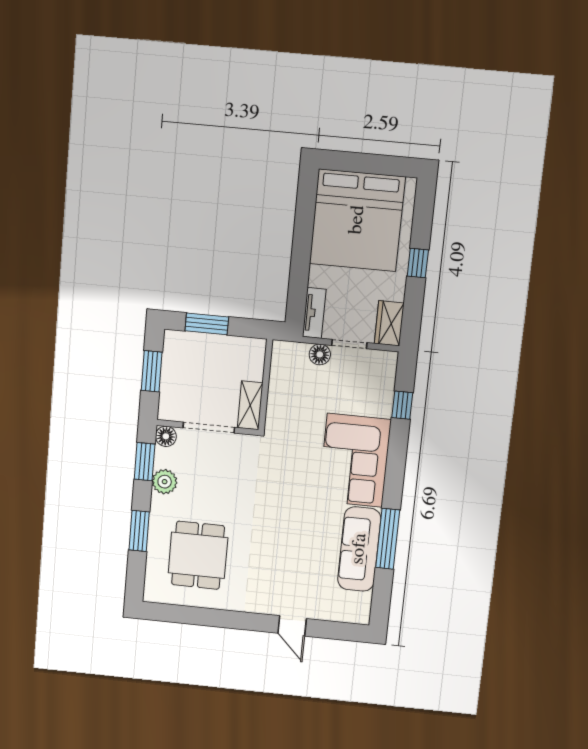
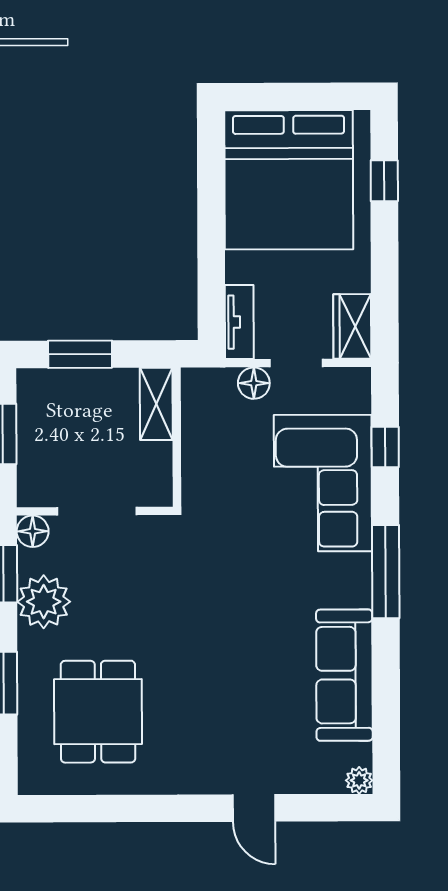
window: (418, 263) -> (384, 181), moved
shelving: (250, 405) -> (156, 404), moved
corner sofa: (355, 460) -> (323, 483), moved
plant: (165, 482) -> (44, 602), width x1.36, depth x1.36
window: (388, 539) -> (386, 572), moved
plant: (361, 616) -> (359, 780), added

